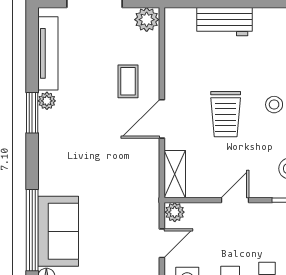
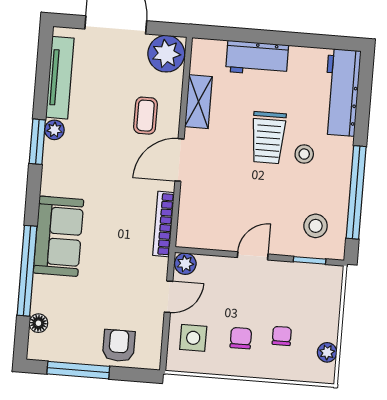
plant: (147, 20) -> (166, 54), width x1.36, depth x1.36
trolley: (226, 114) -> (268, 138), moved
shelving: (175, 174) -> (199, 102), moved
bookcase: (152, 178) -> (164, 224), added
sofa: (58, 231) -> (59, 236), moved

